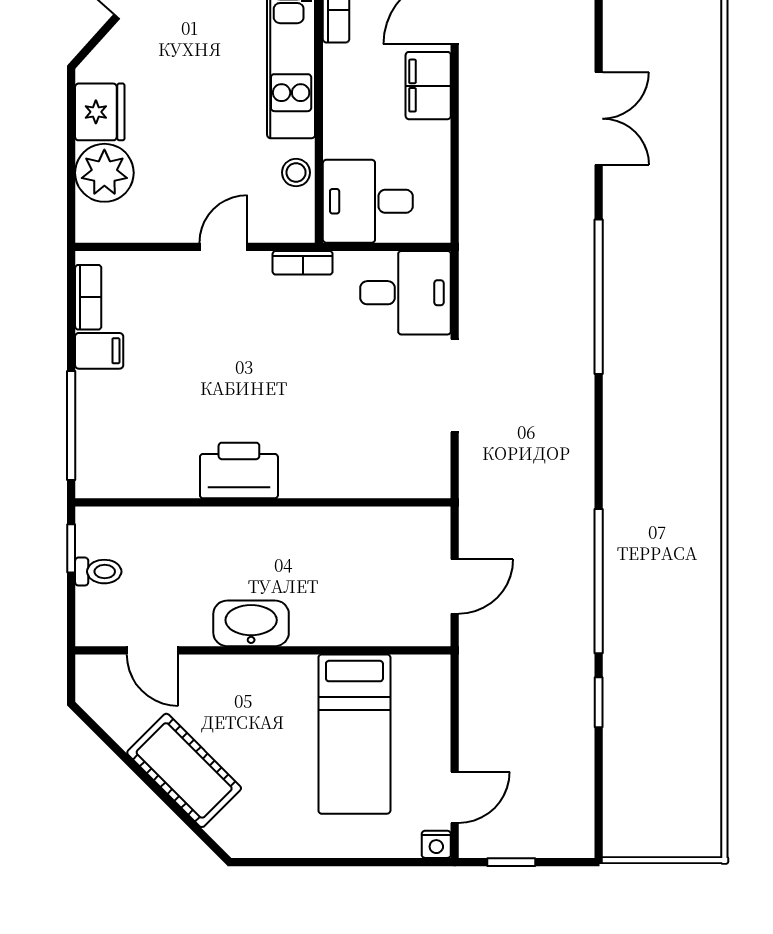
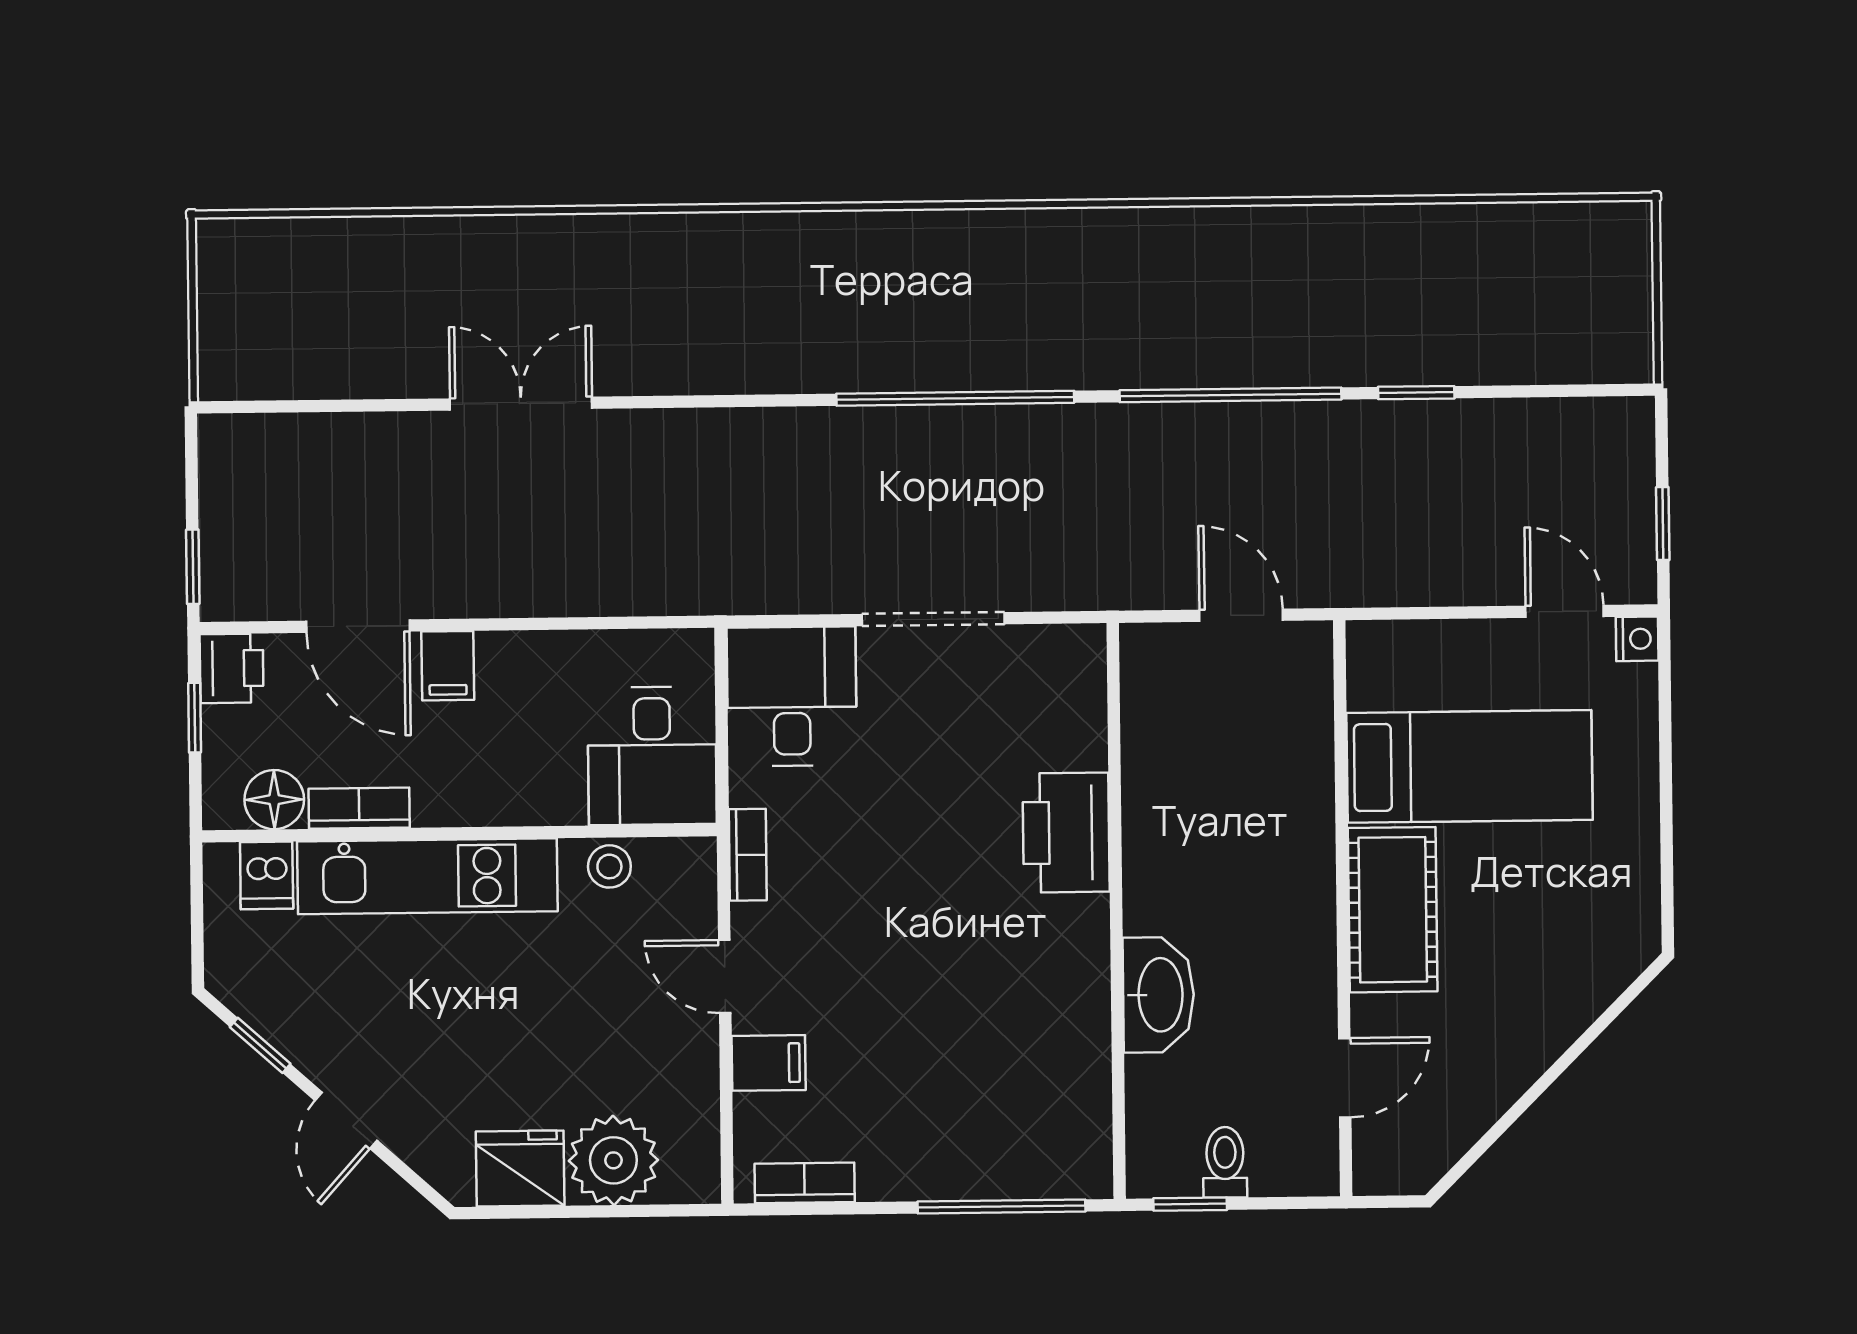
filing cabinet: (428, 86) -> (448, 666), width x0.50
window: (599, 297) -> (955, 398), moved
filing cabinet: (99, 351) -> (769, 1063), moved, turned 90
printer: (239, 471) -> (1066, 833), moved
washbasin: (251, 623) -> (1158, 995), moved, turned 180
cot: (184, 770) -> (1393, 910), moved, turned -45

